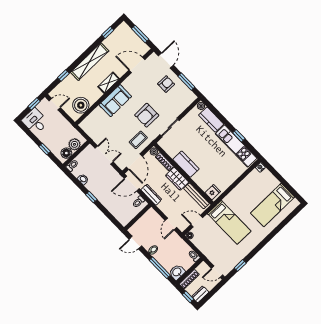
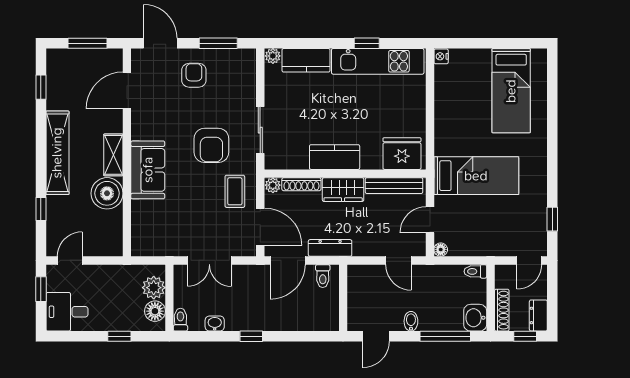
boiler: (81, 105) -> (107, 193), moved
double door: (104, 155) -> (209, 260), swing flipped
fridge: (213, 192) -> (402, 154), width x1.88, depth x1.34

